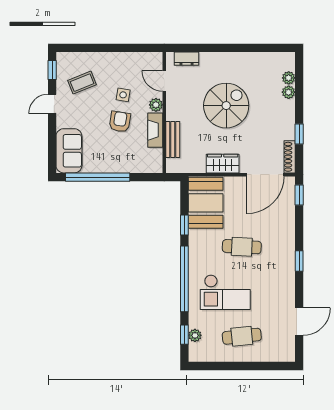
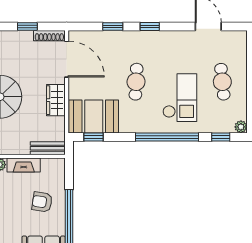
armchair: (120, 122) -> (42, 202), moved
bench: (173, 140) -> (48, 148), moved
window: (299, 195) -> (113, 26), moved
window: (184, 225) -> (93, 137), moved
plant: (195, 335) -> (241, 127), moved

